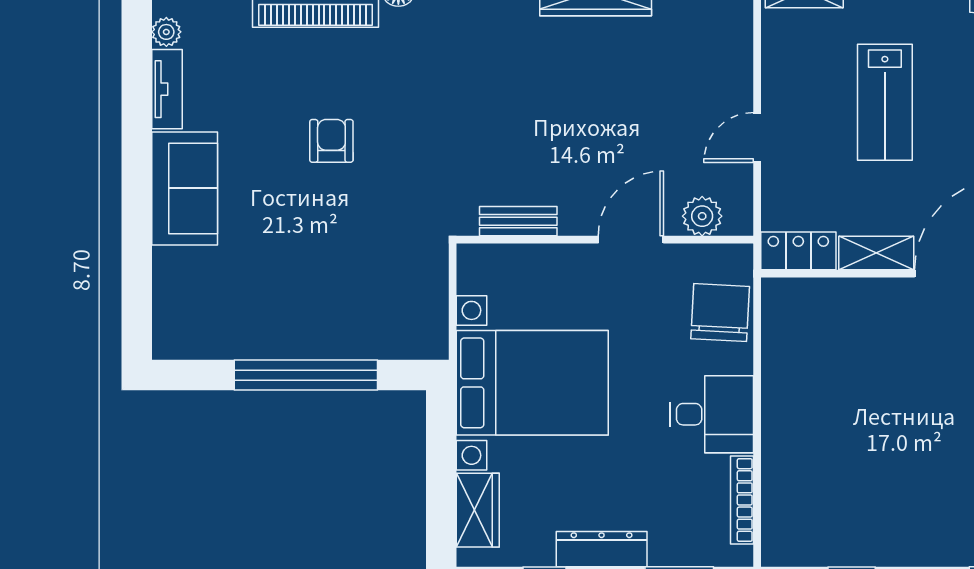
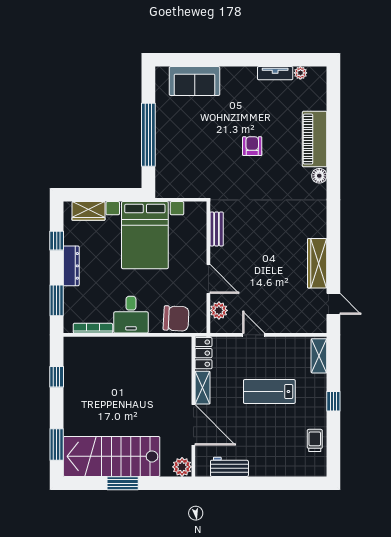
armchair: (331, 141) -> (252, 146), turned -90
sofa: (185, 188) -> (195, 81), moved

